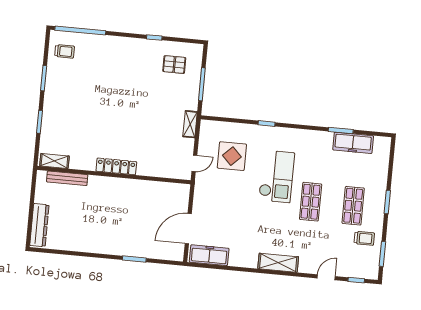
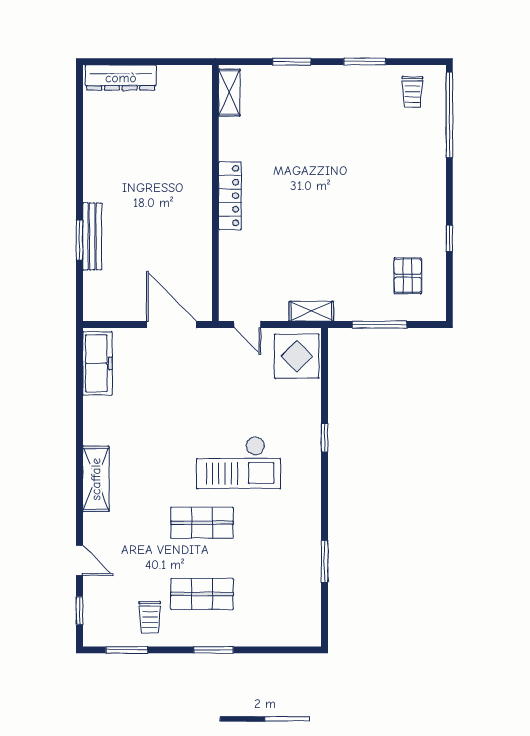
freezer: (353, 143) -> (306, 584), removed
display table: (232, 156) -> (297, 356), moved
bench: (67, 178) -> (92, 236), moved
door: (188, 229) -> (171, 325), moved

